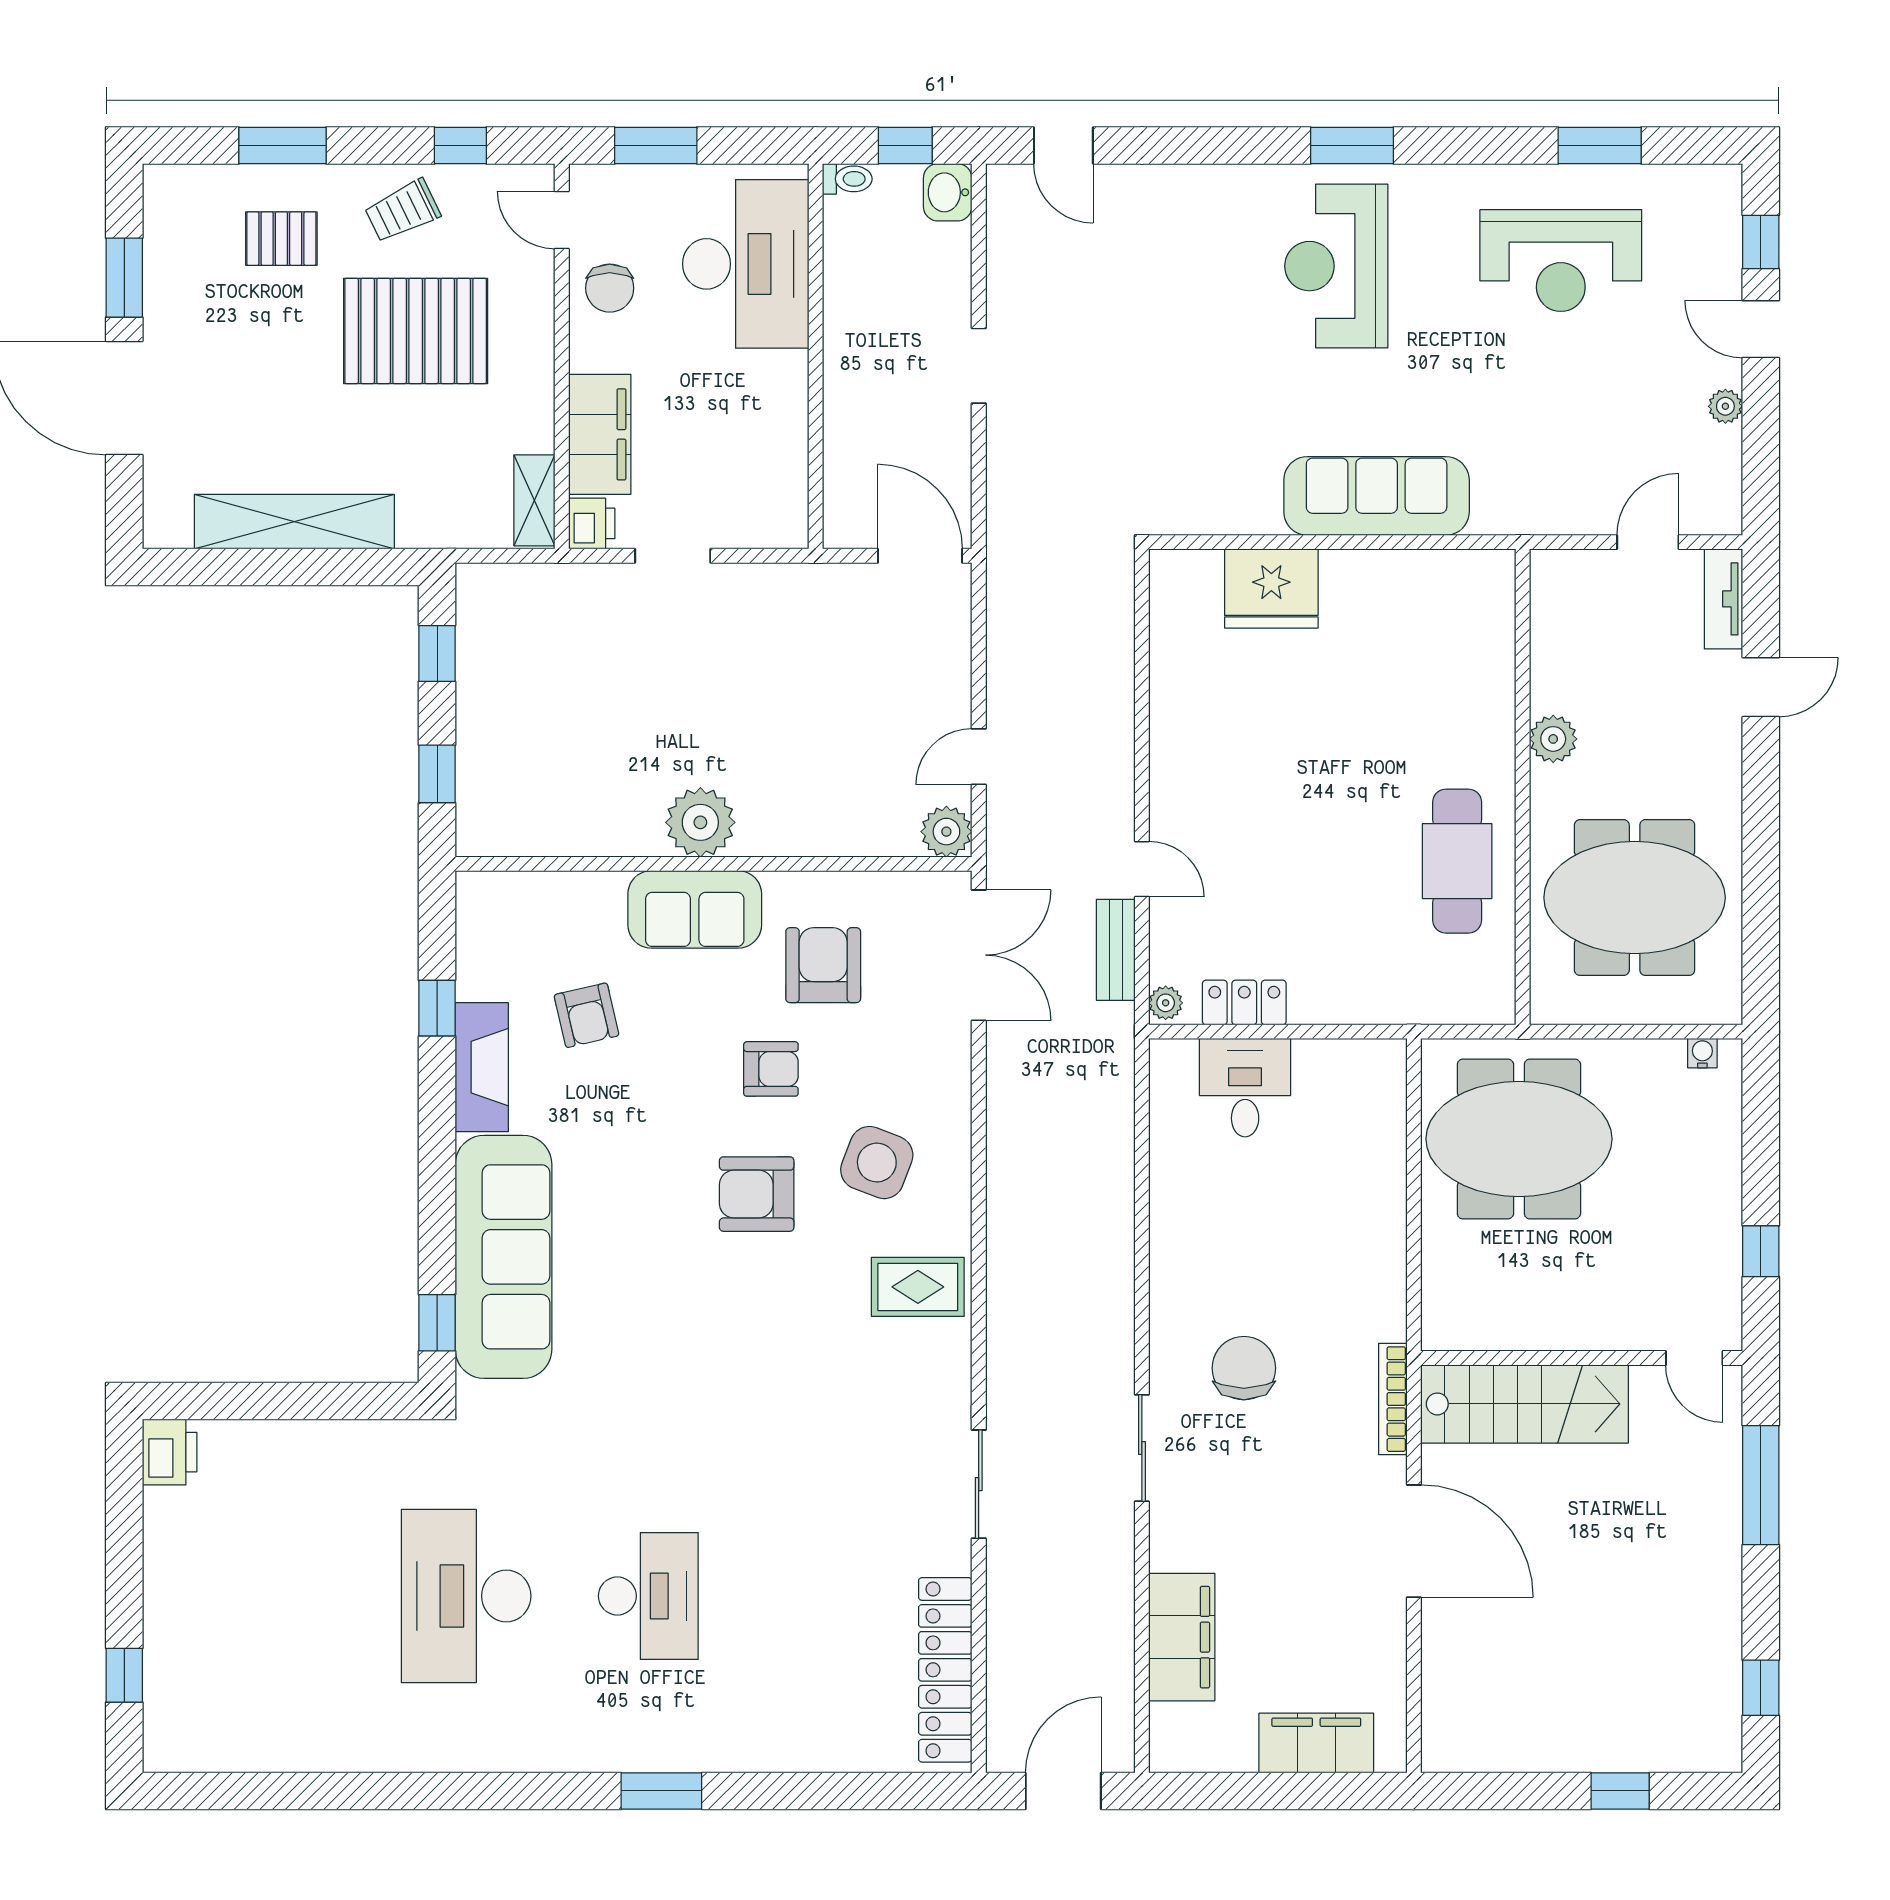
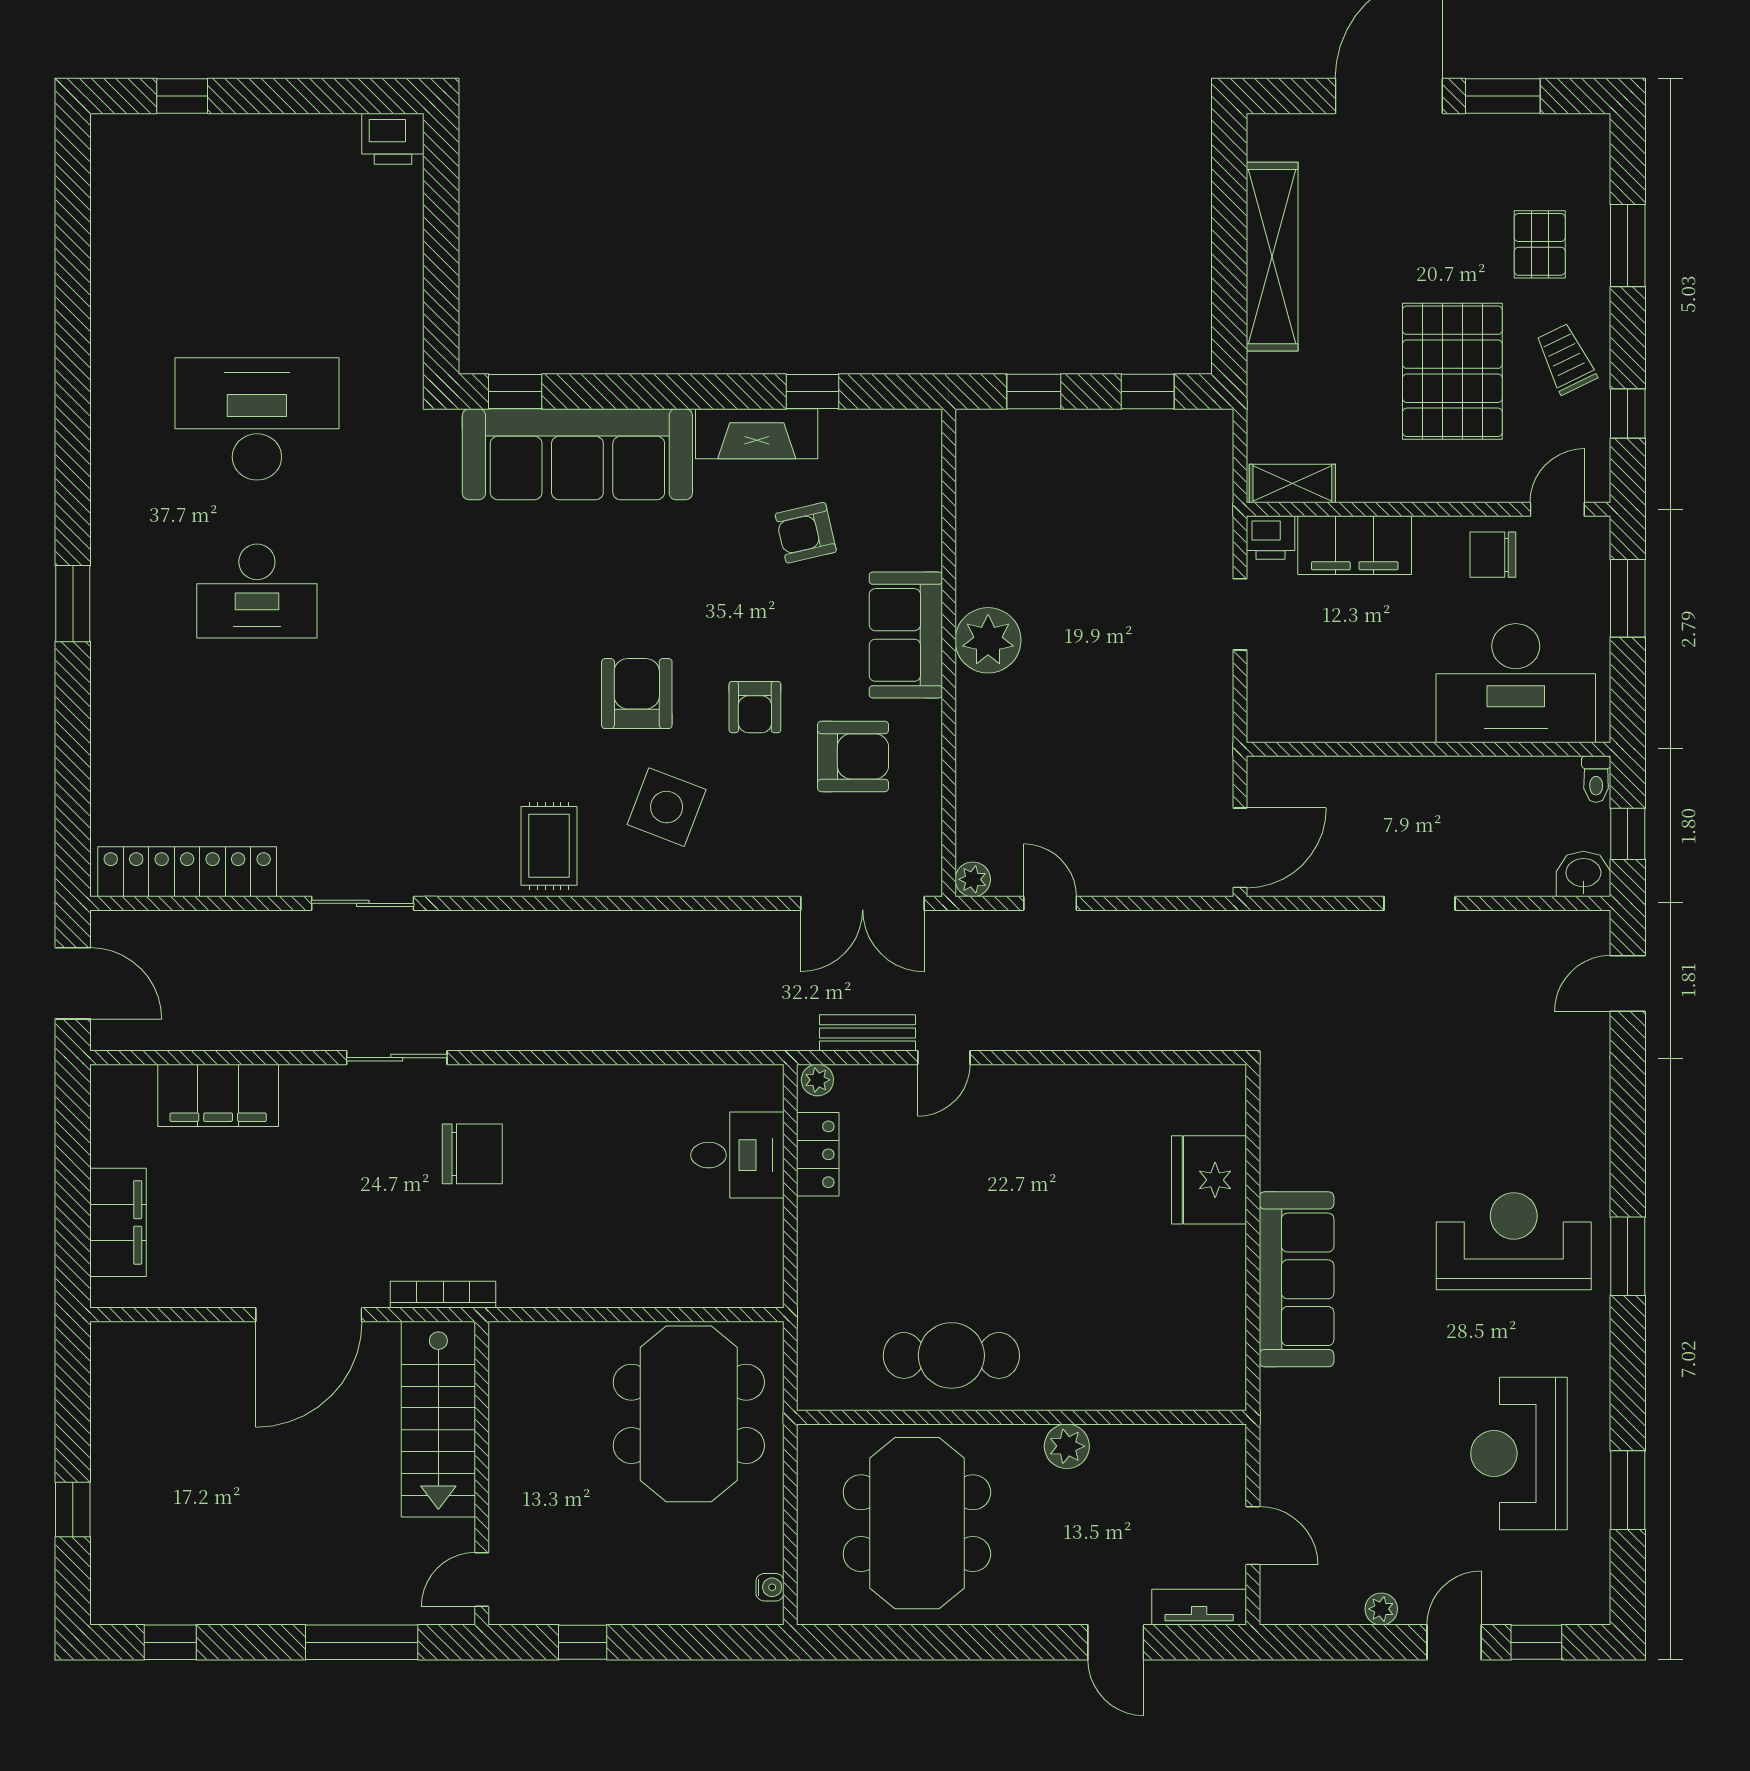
plant: (946, 832) -> (973, 879), width x0.73, depth x0.73

